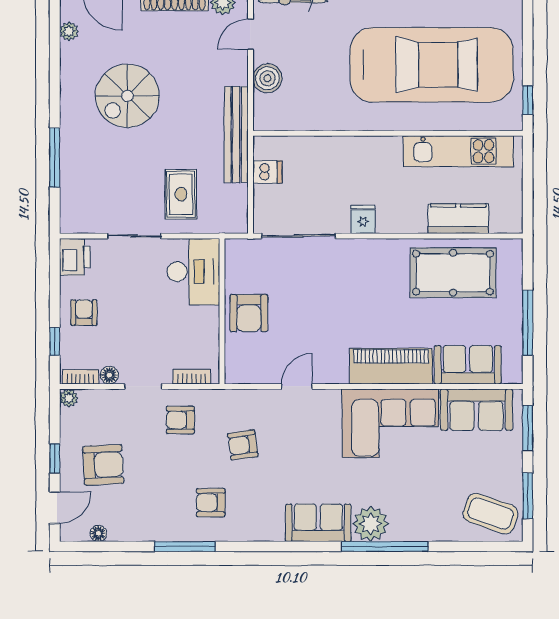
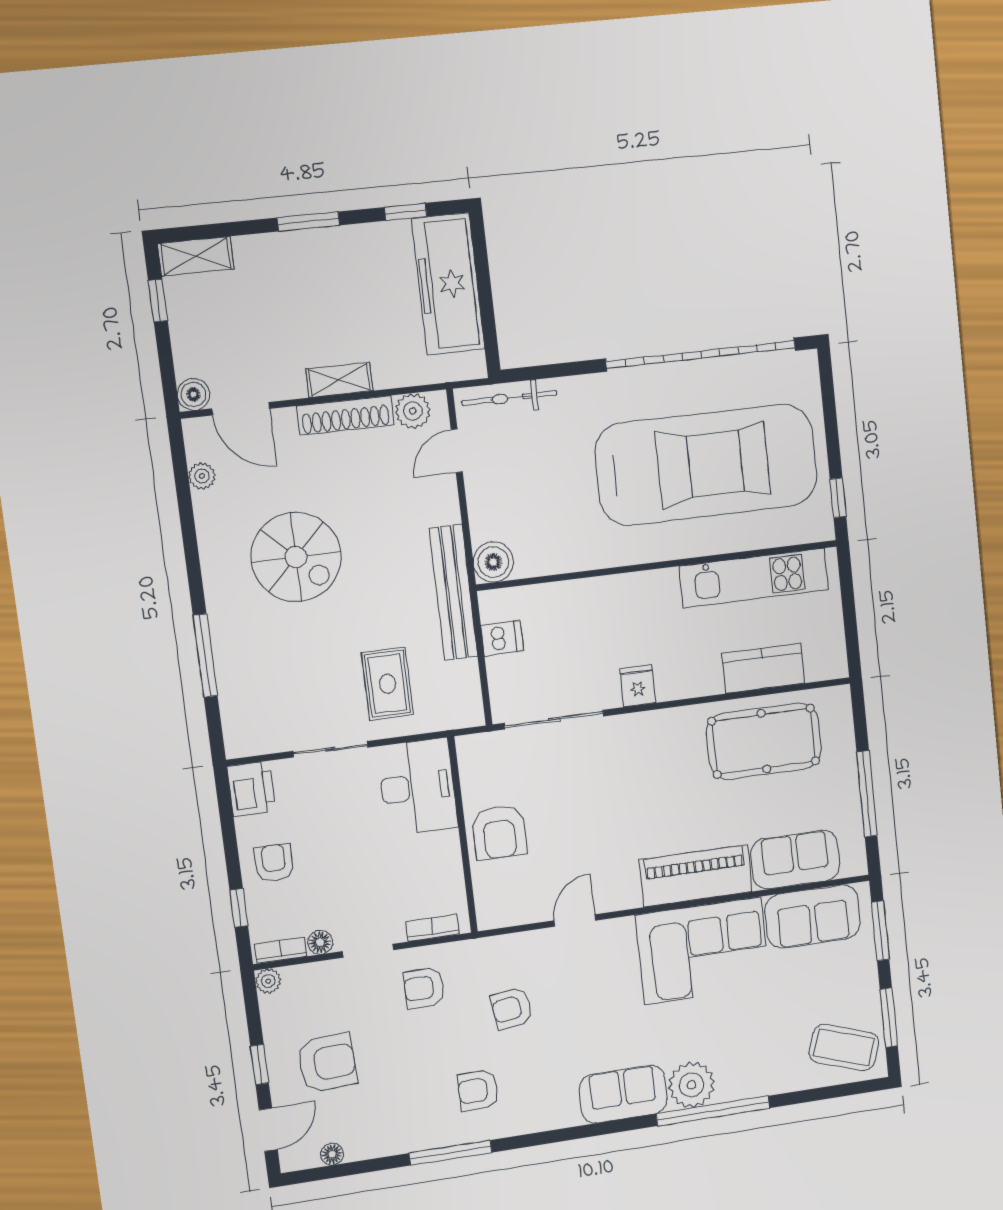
boiler: (268, 78) -> (493, 562), moved
spiral stairs: (127, 96) -> (296, 557), turned -90

